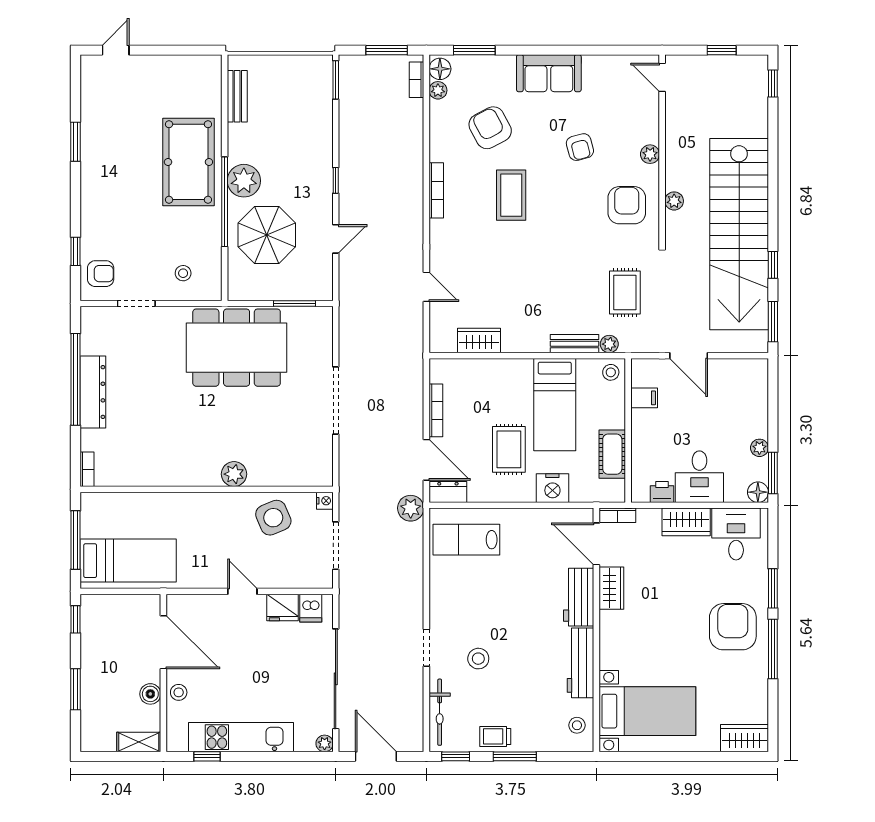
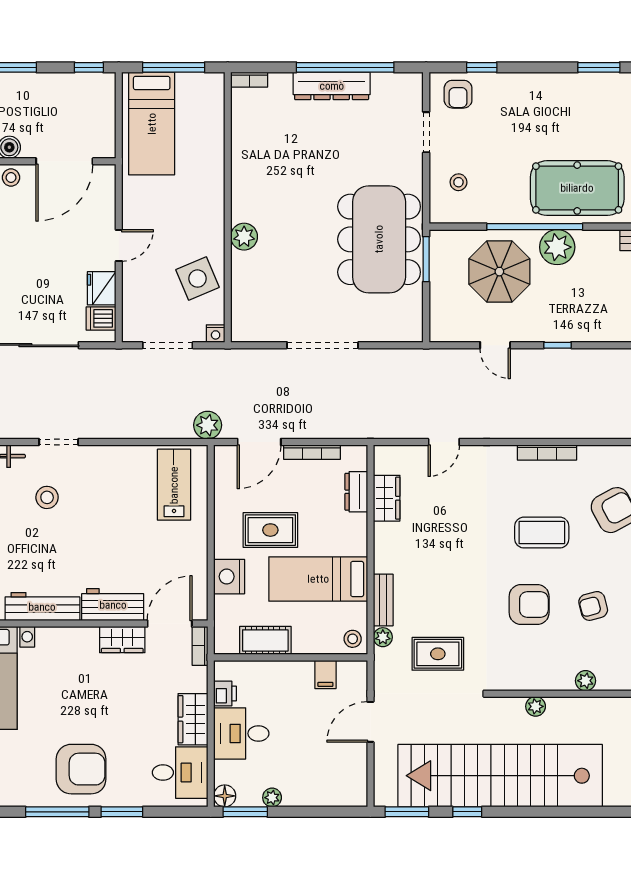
armchair: (627, 205) -> (529, 605), moved
window: (294, 303) -> (426, 259), moved
dresser: (448, 492) -> (356, 492), moved, turned 180

